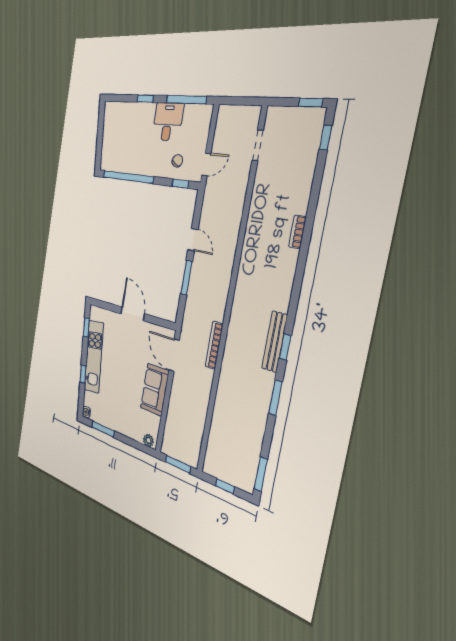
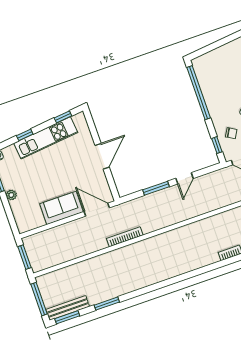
bench: (275, 342) -> (68, 308), moved
window: (285, 347) -> (157, 286), removed
door: (174, 355) -> (97, 210), hinge flipped
window: (275, 398) -> (107, 304), moved
plant: (148, 440) -> (11, 195), moved
window: (225, 486) -> (39, 299), width x2.17

